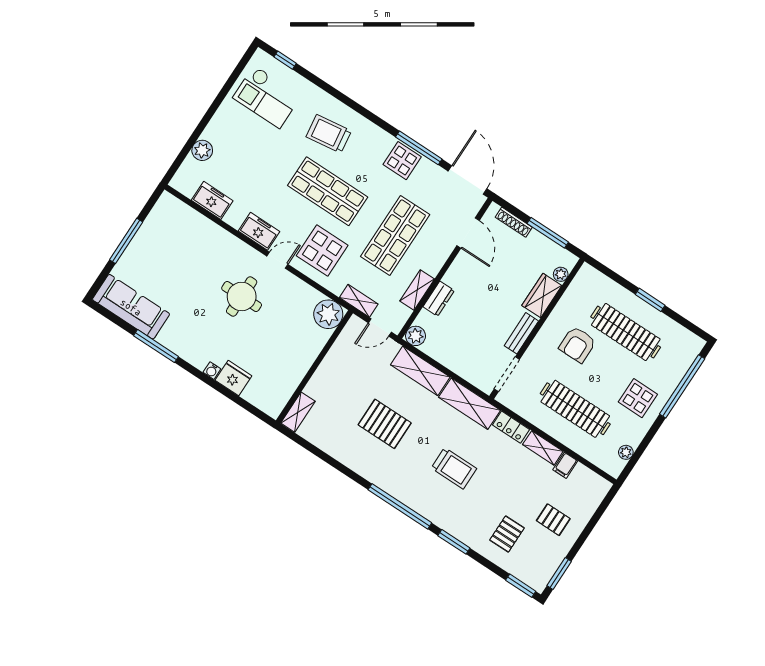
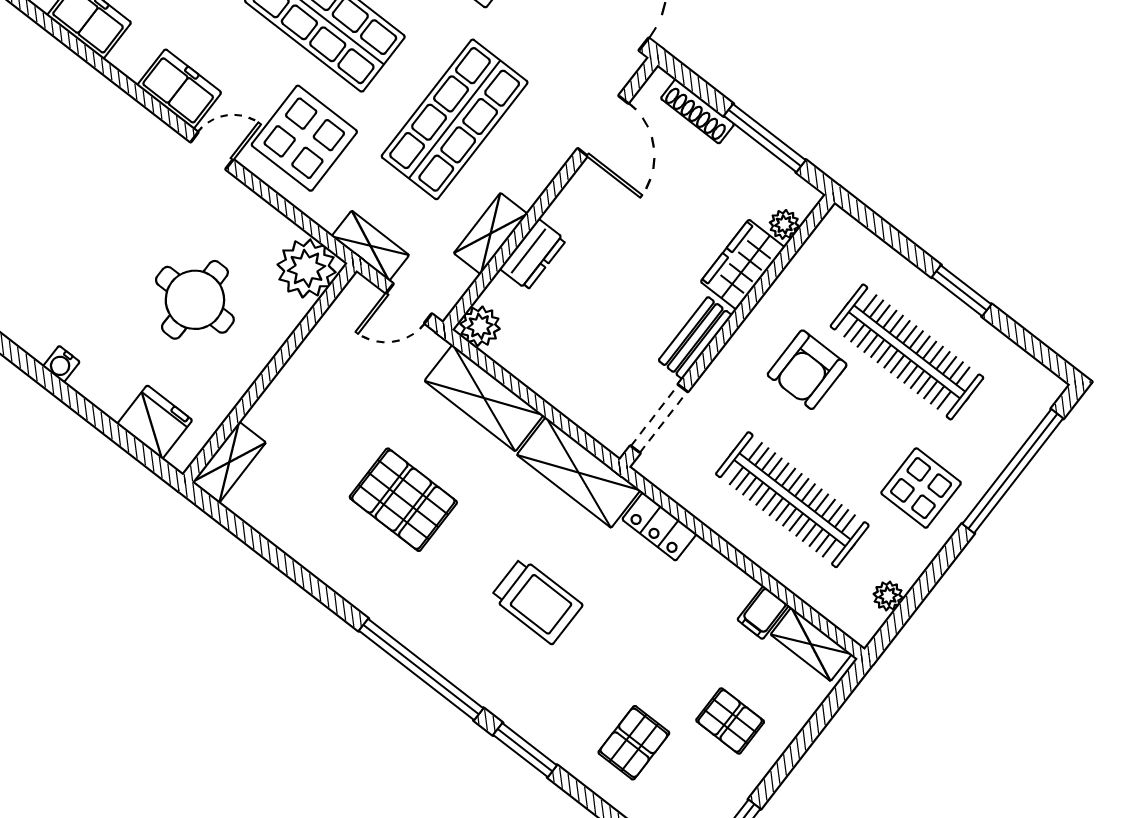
round table: (242, 296) -> (195, 300), moved
fridge: (233, 378) -> (155, 422), moved
shelving: (543, 448) -> (811, 644), moved

